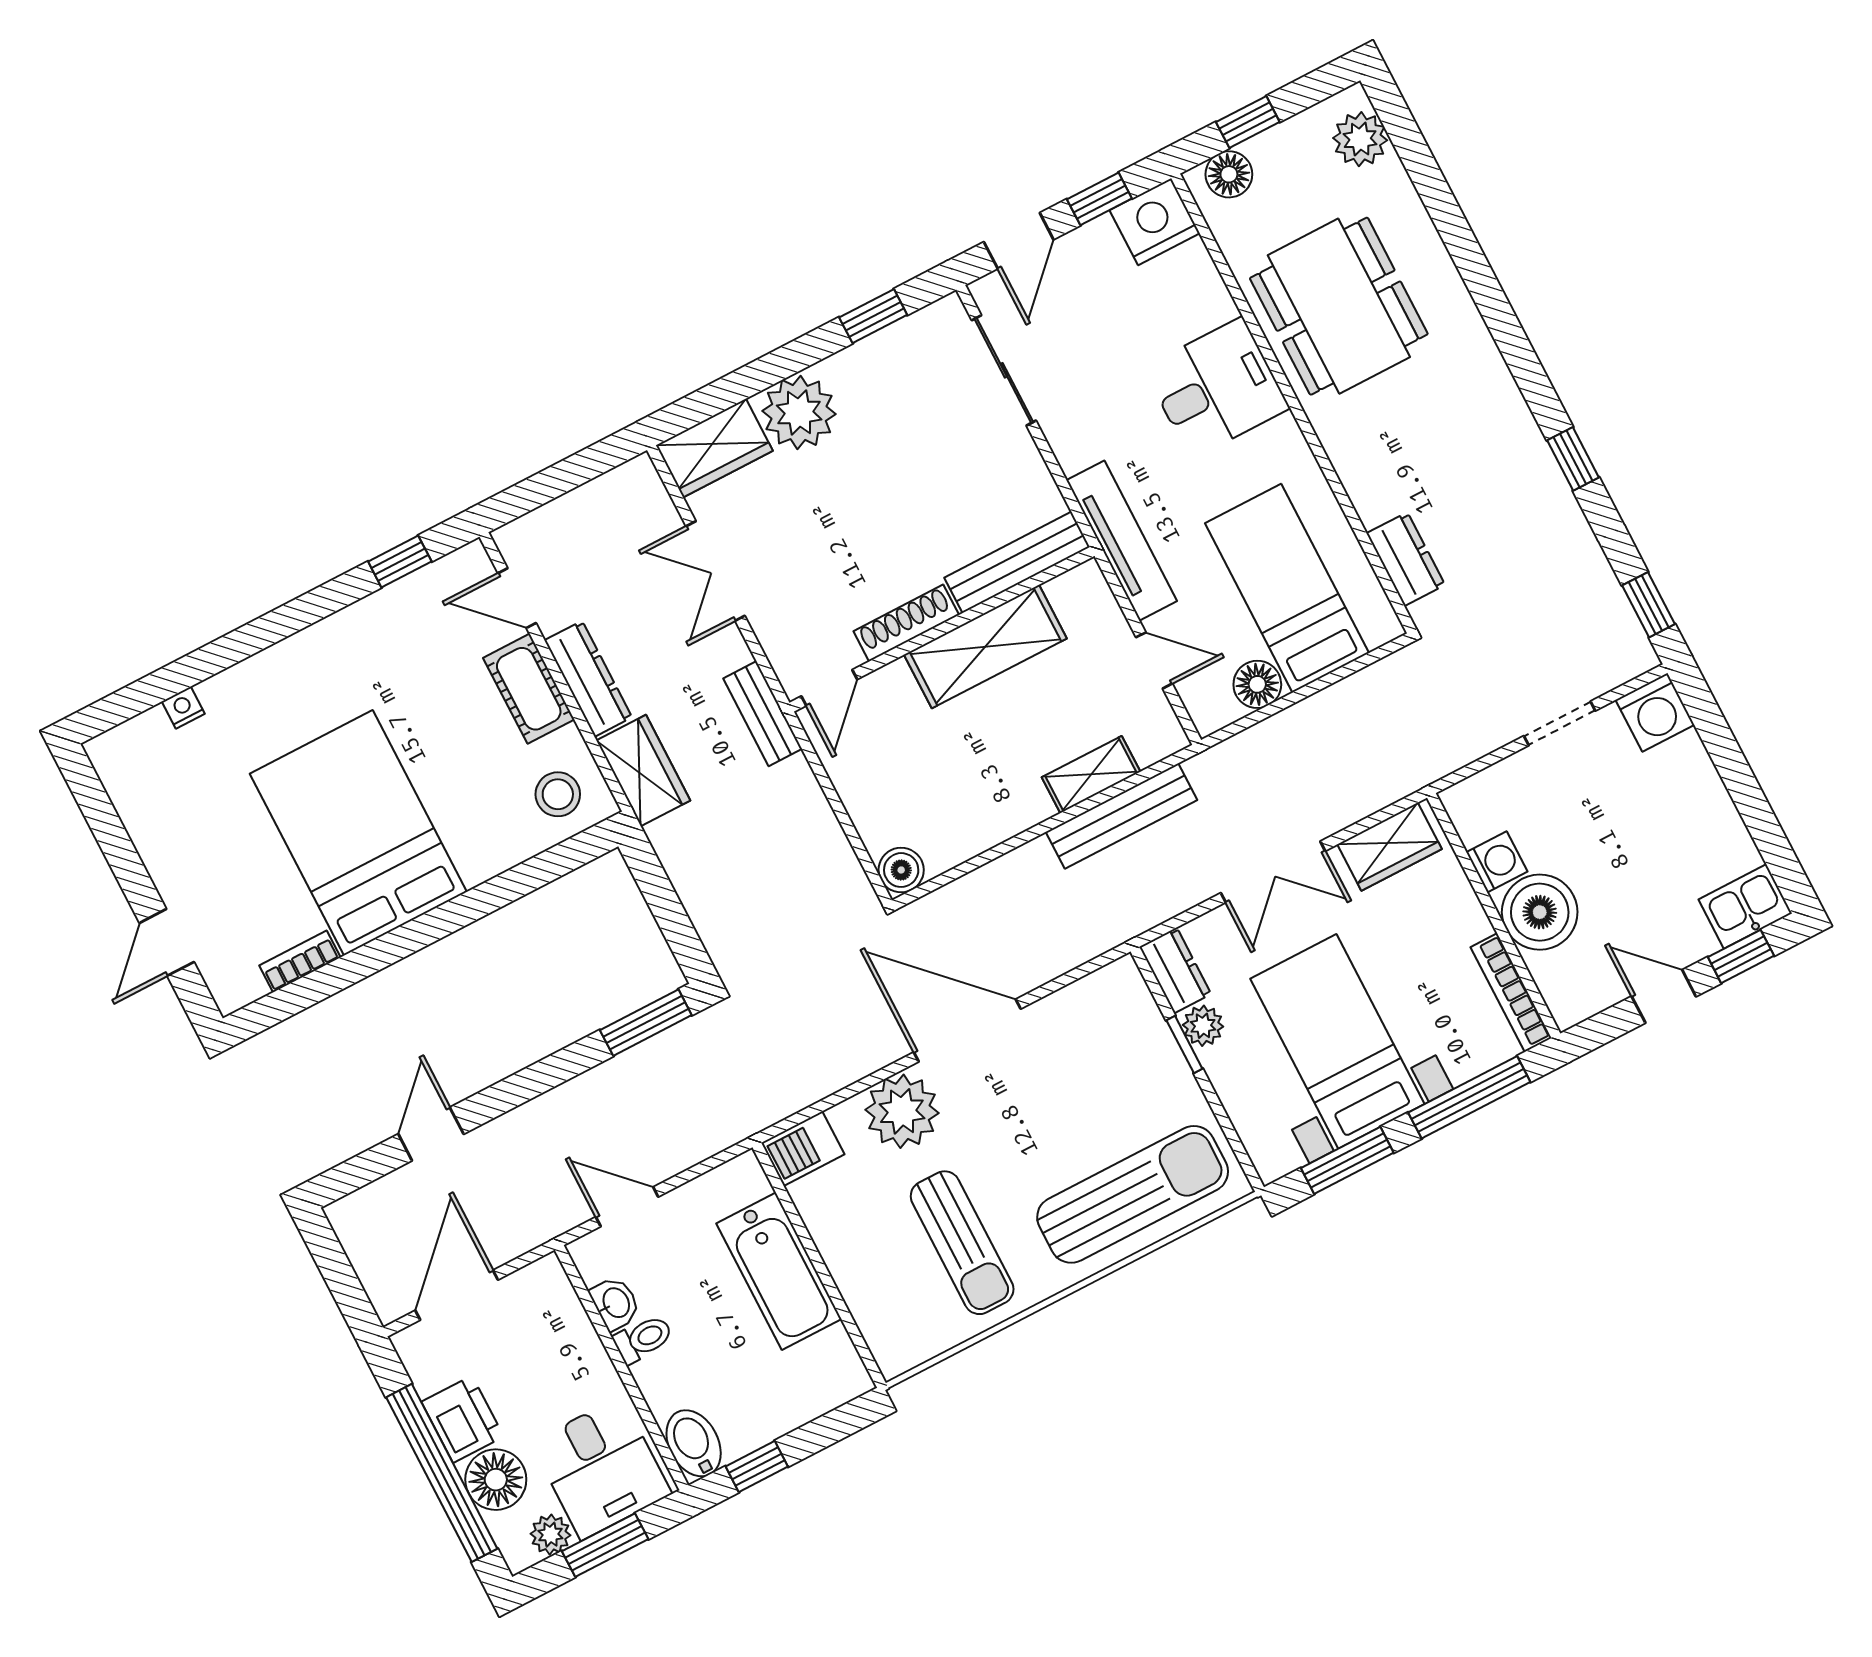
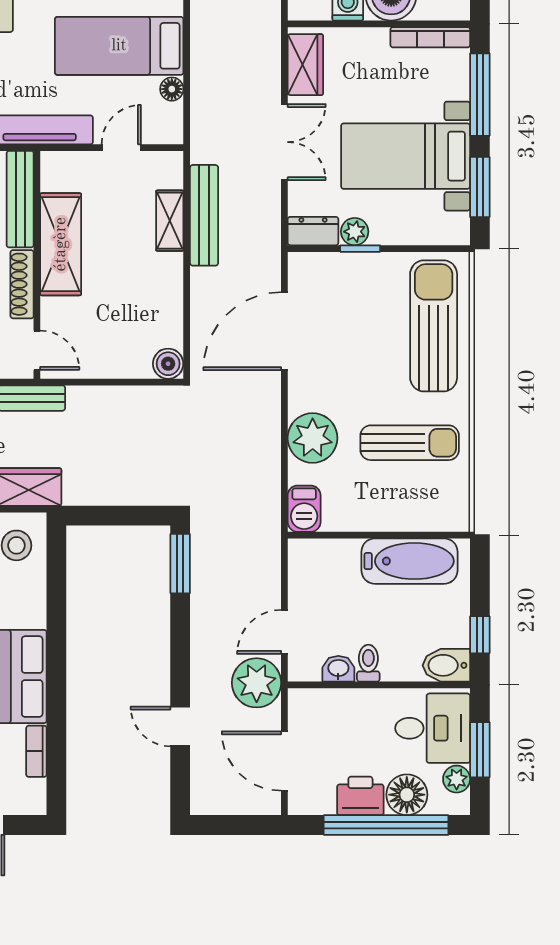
floor lamp: (1257, 684) -> (172, 89), width x0.73, depth x0.73
door: (967, 1030) -> (284, 331), moved
plant: (541, 1205) -> (257, 683), added
bathtub: (779, 1271) -> (410, 561), moved

